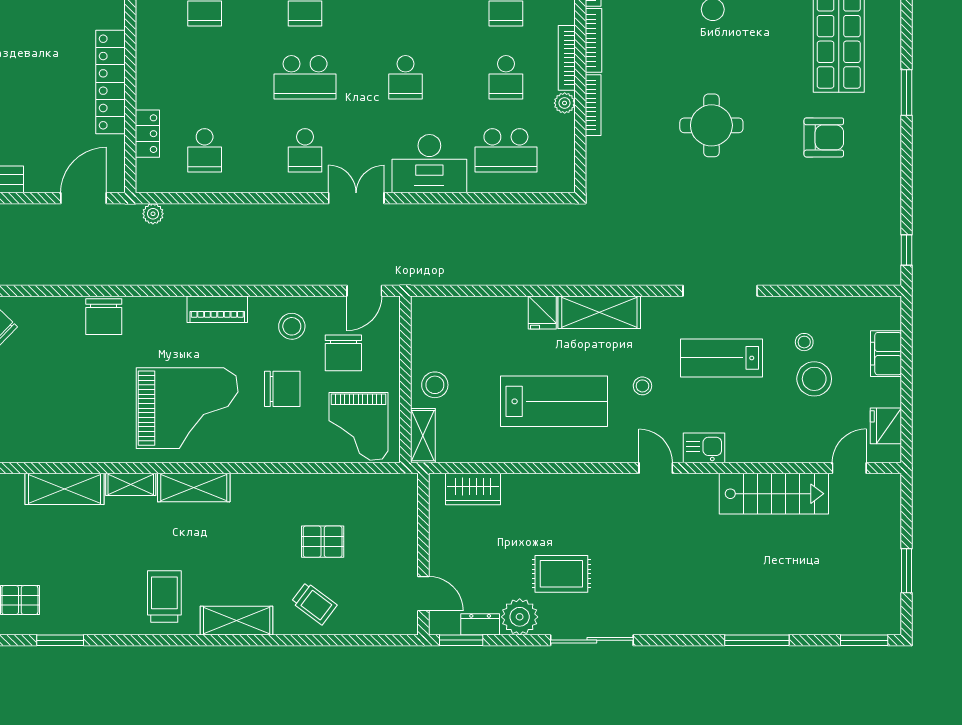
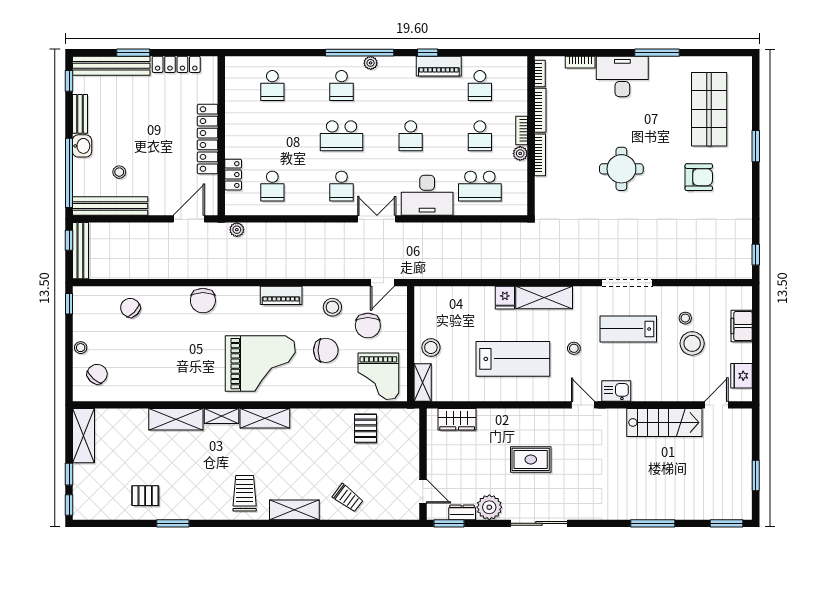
bookcase: (567, 58) -> (522, 130), width x0.64
pallet: (323, 542) -> (365, 428), moved, turned 90
rug: (561, 574) -> (531, 459), moved

